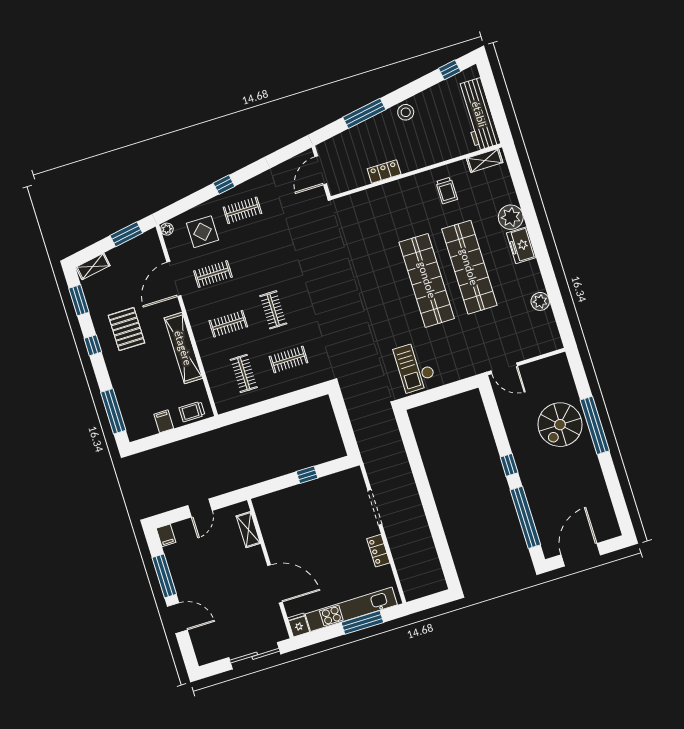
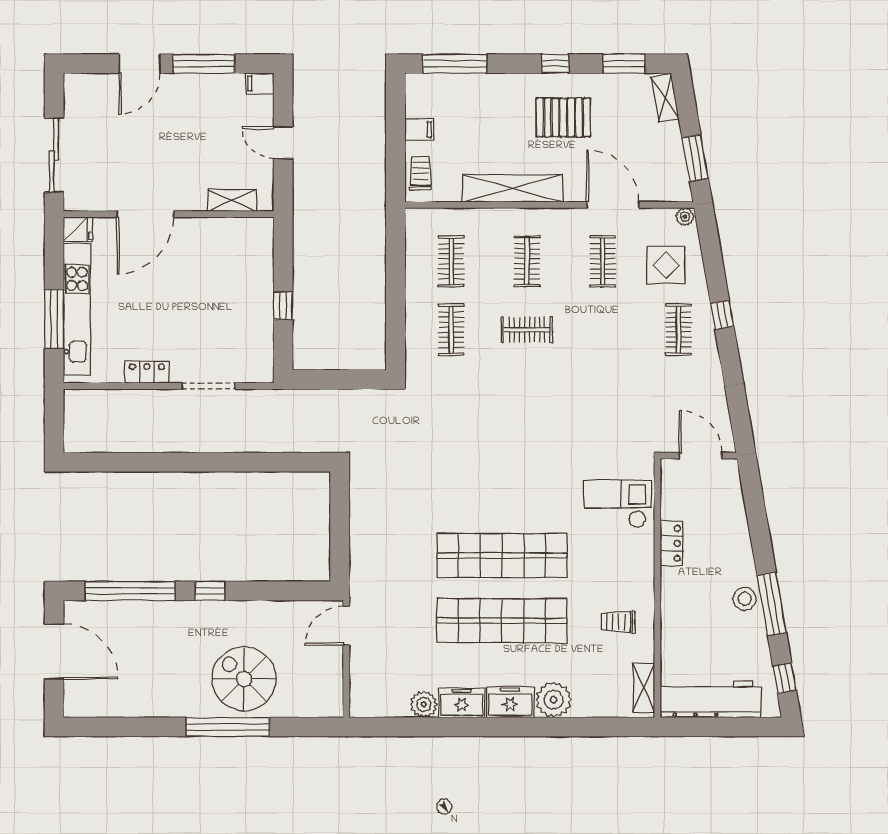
window: (364, 113) -> (772, 604), moved
freezer: (531, 277) -> (462, 703), added
checkout: (415, 367) -> (618, 504), moved
clothes rail: (244, 373) -> (451, 261), turned 90

